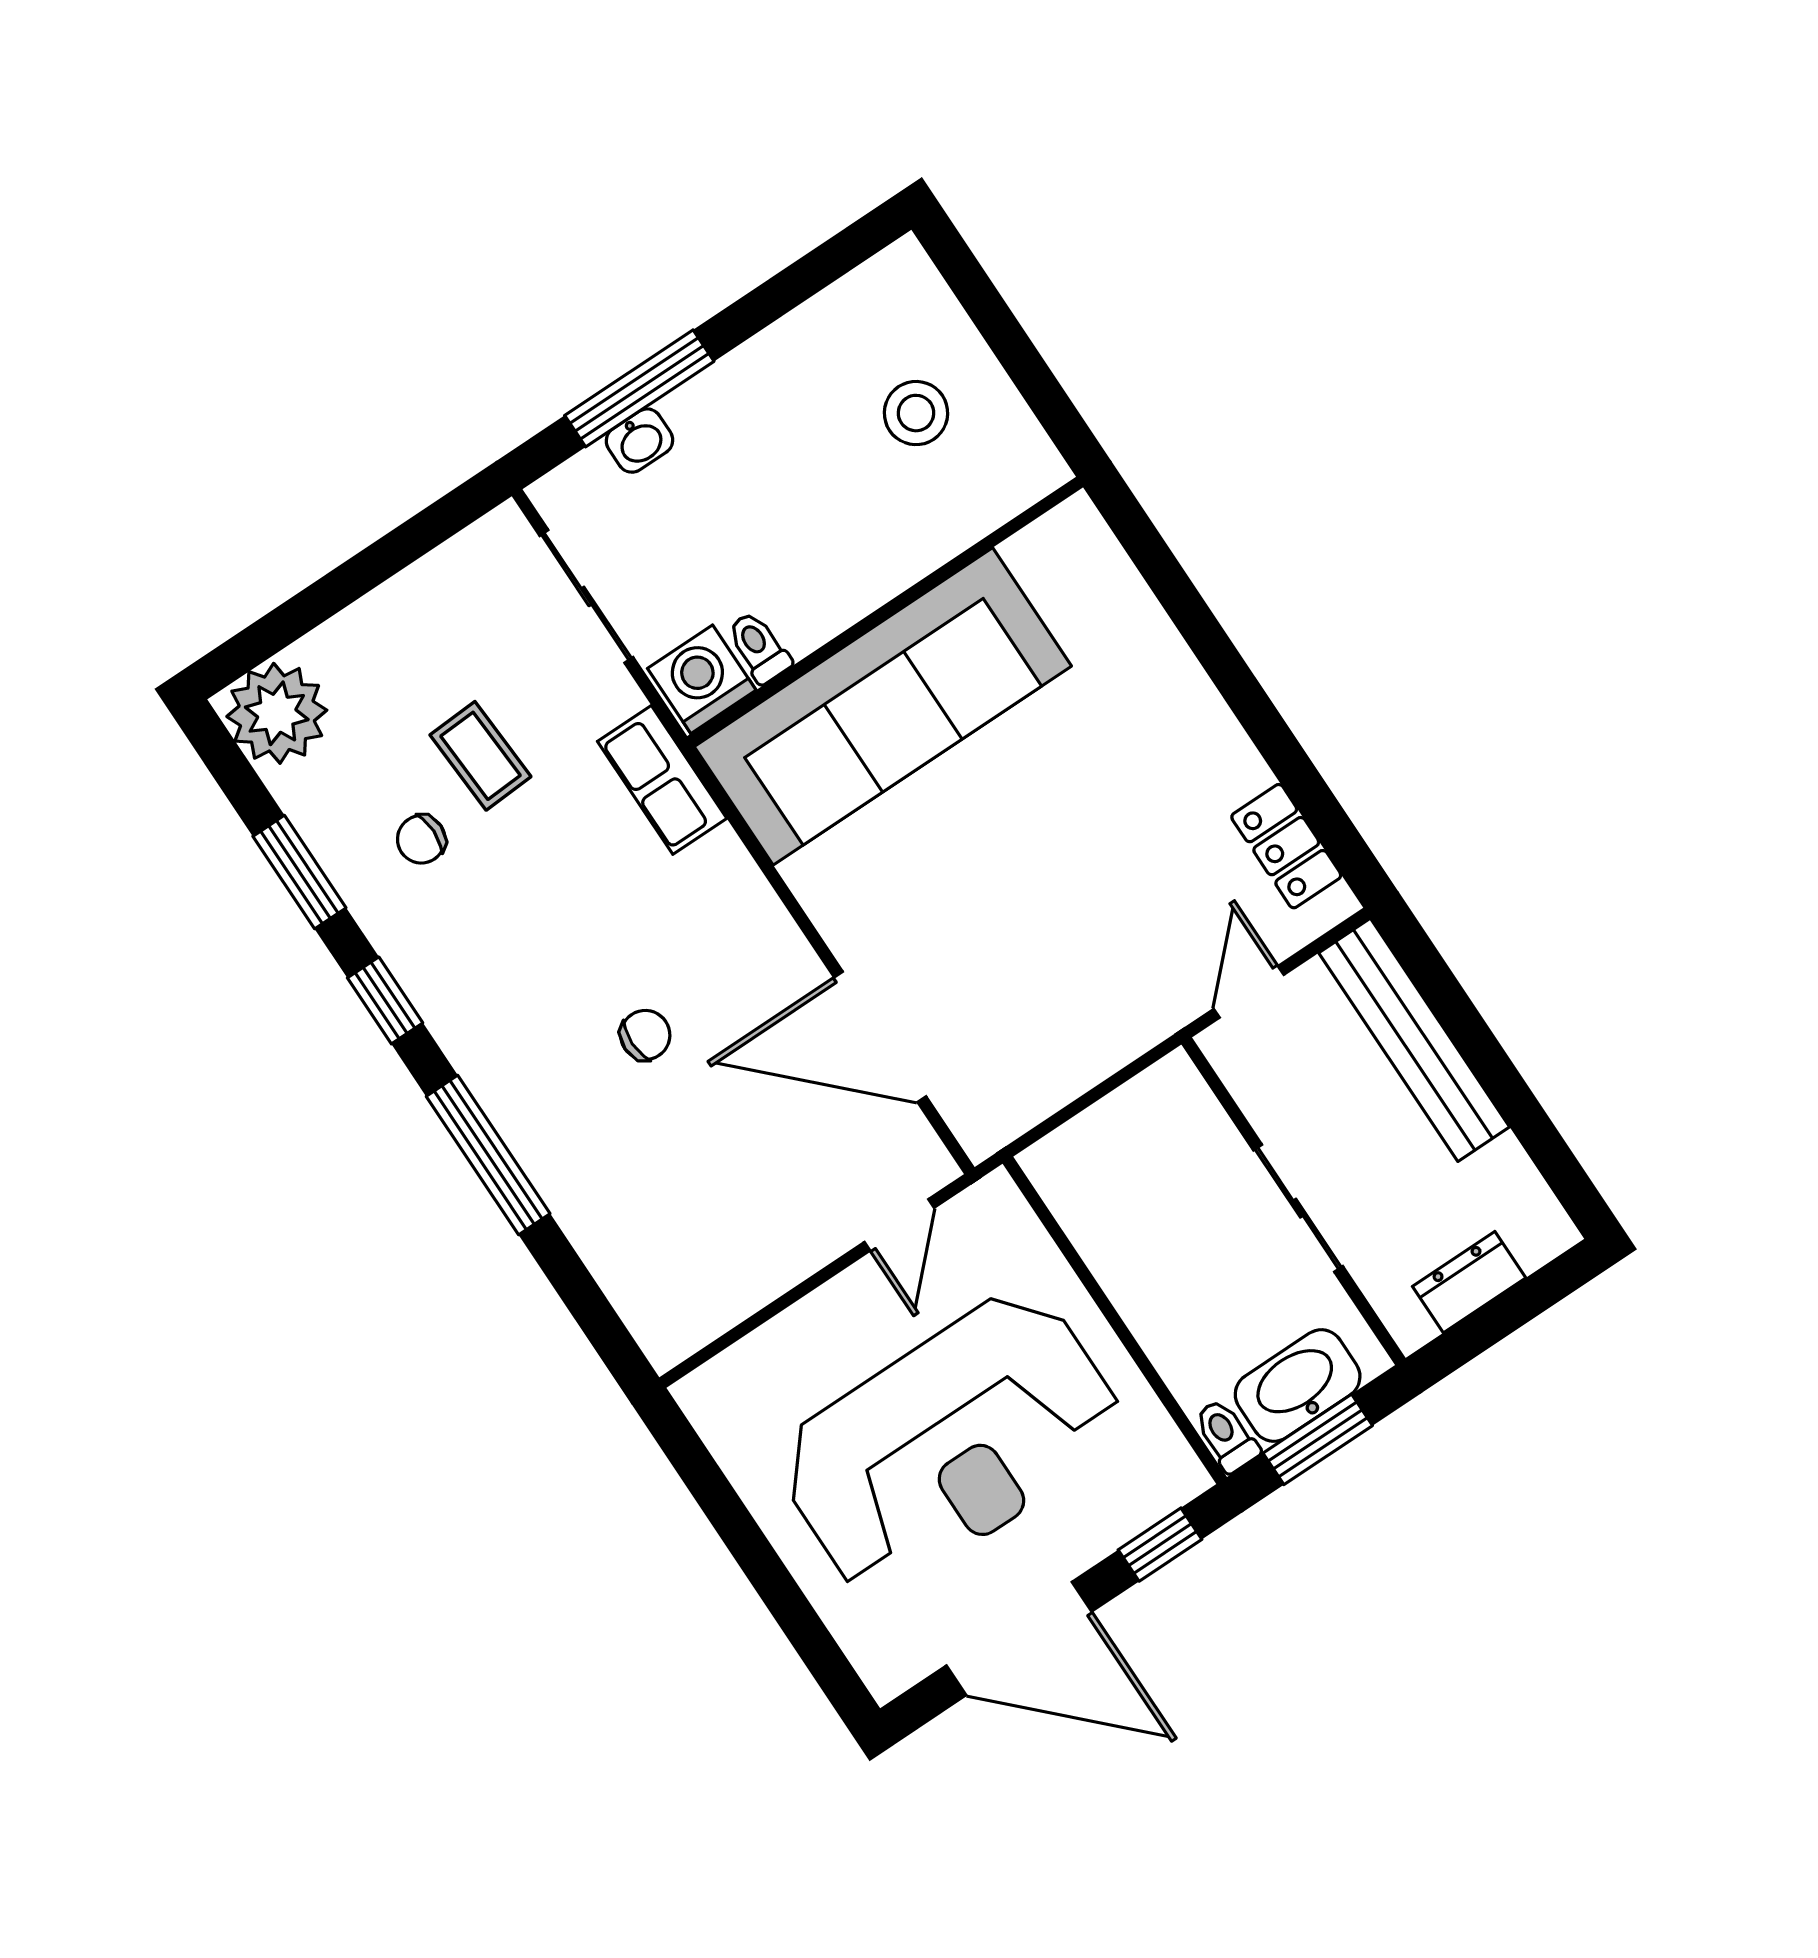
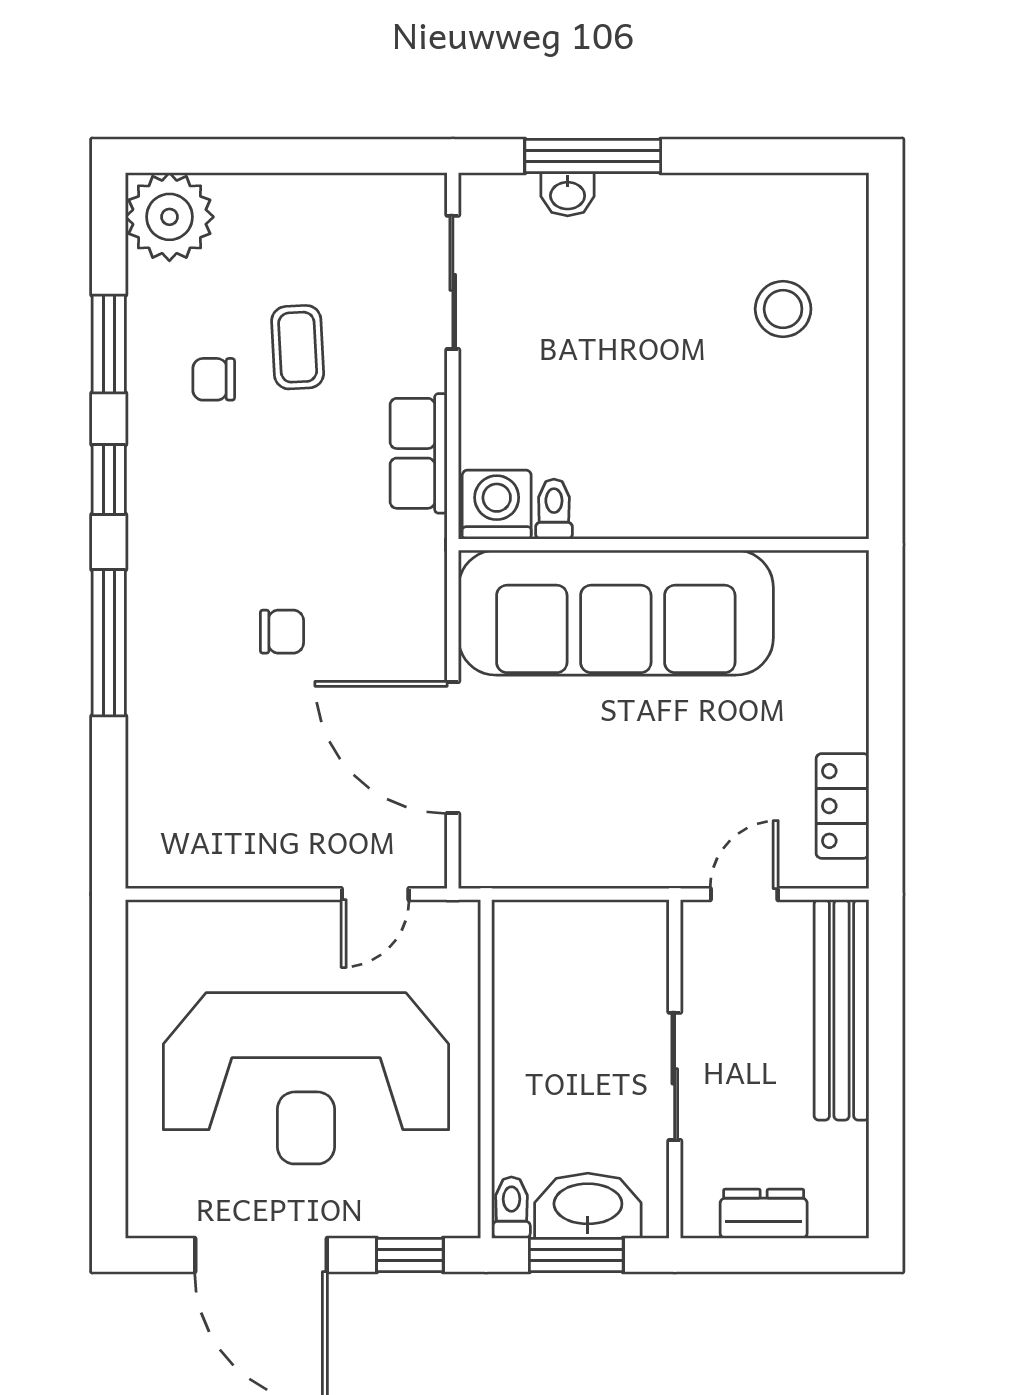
wall: (885, 612) -> (664, 545), moved
toilet: (759, 647) -> (554, 509), moved
washing machine: (702, 679) -> (497, 505), moved
sofa: (883, 706) -> (616, 613), moved

